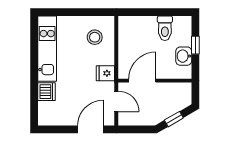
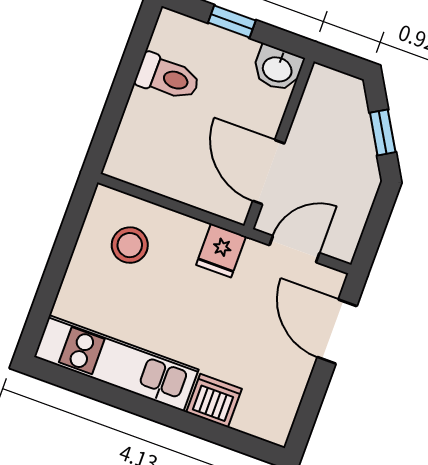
washbasin: (184, 56) -> (278, 68), moved

